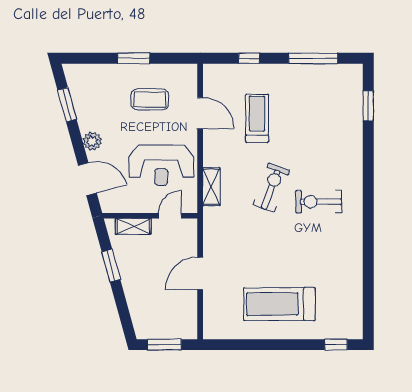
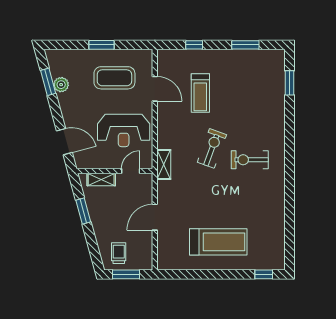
window: (313, 58) -> (245, 45), width x0.69
coffee table: (150, 99) -> (114, 78), width x1.36, depth x1.32
treadmill: (257, 118) -> (200, 93), turned 180
plant: (92, 141) -> (61, 85), moved
shelving: (211, 187) -> (164, 164), moved
treadmill: (279, 304) -> (218, 242), turned 180
trolley: (155, 318) -> (119, 253), added

